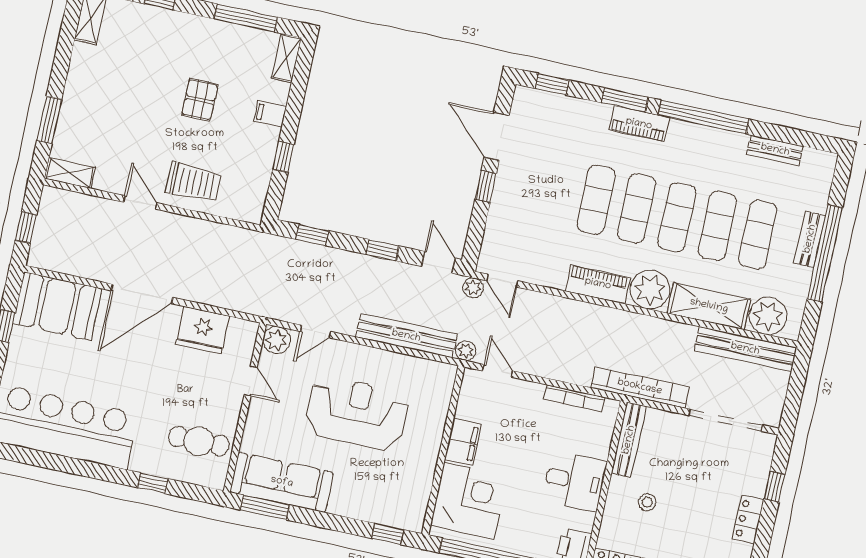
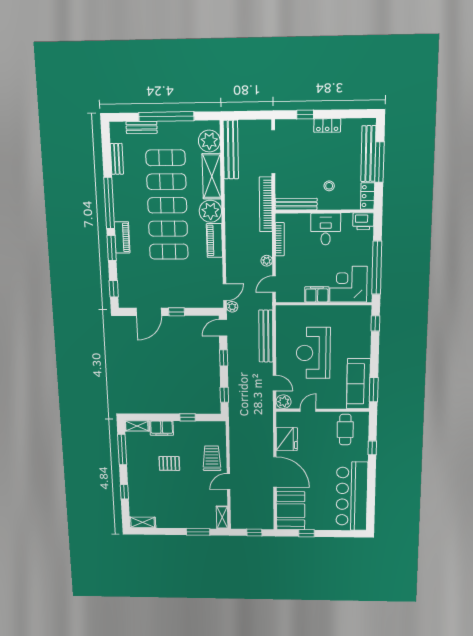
filing cabinet: (270, 114) -> (162, 428), width x2.00
bench: (810, 239) -> (142, 127), moved
plant: (466, 351) -> (267, 261), moved

